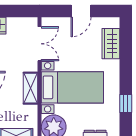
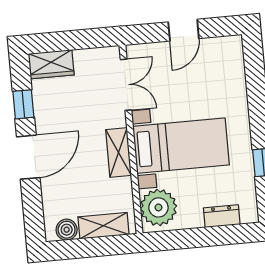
wardrobe: (111, 44) -> (233, 75), removed

